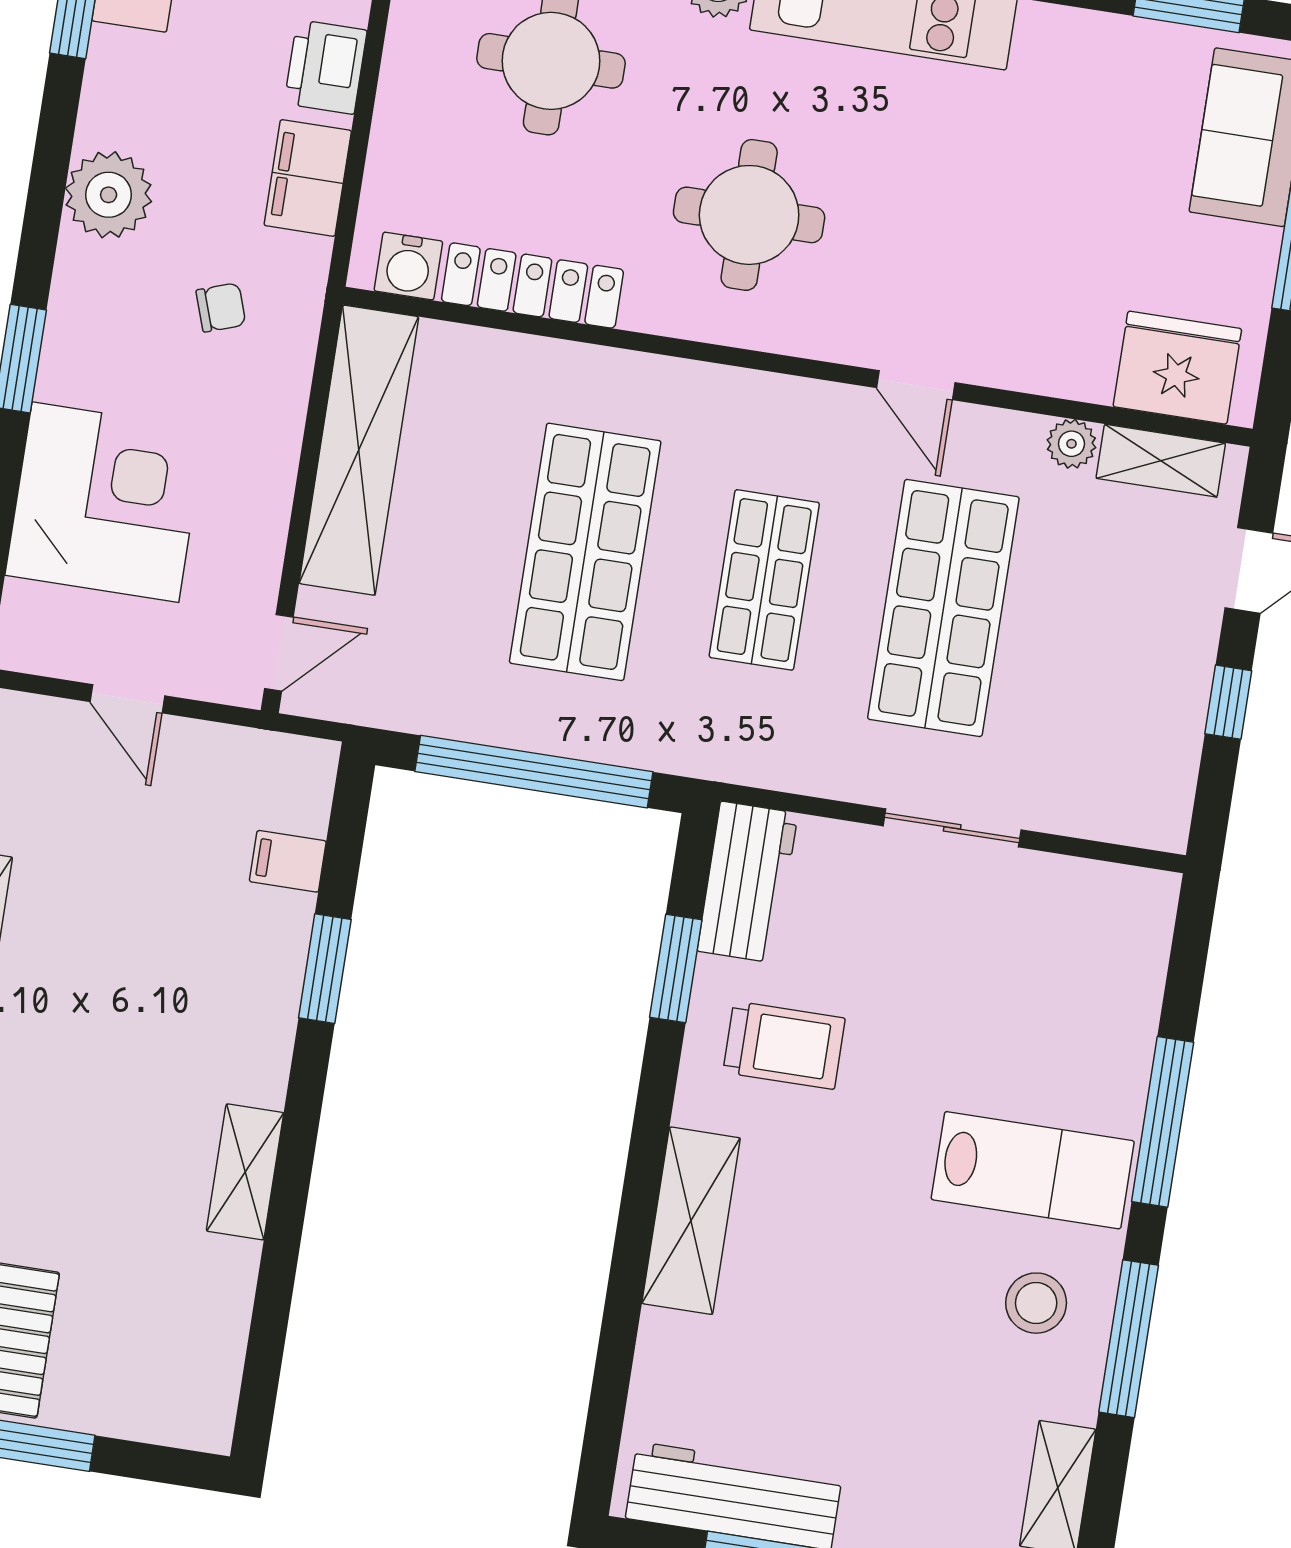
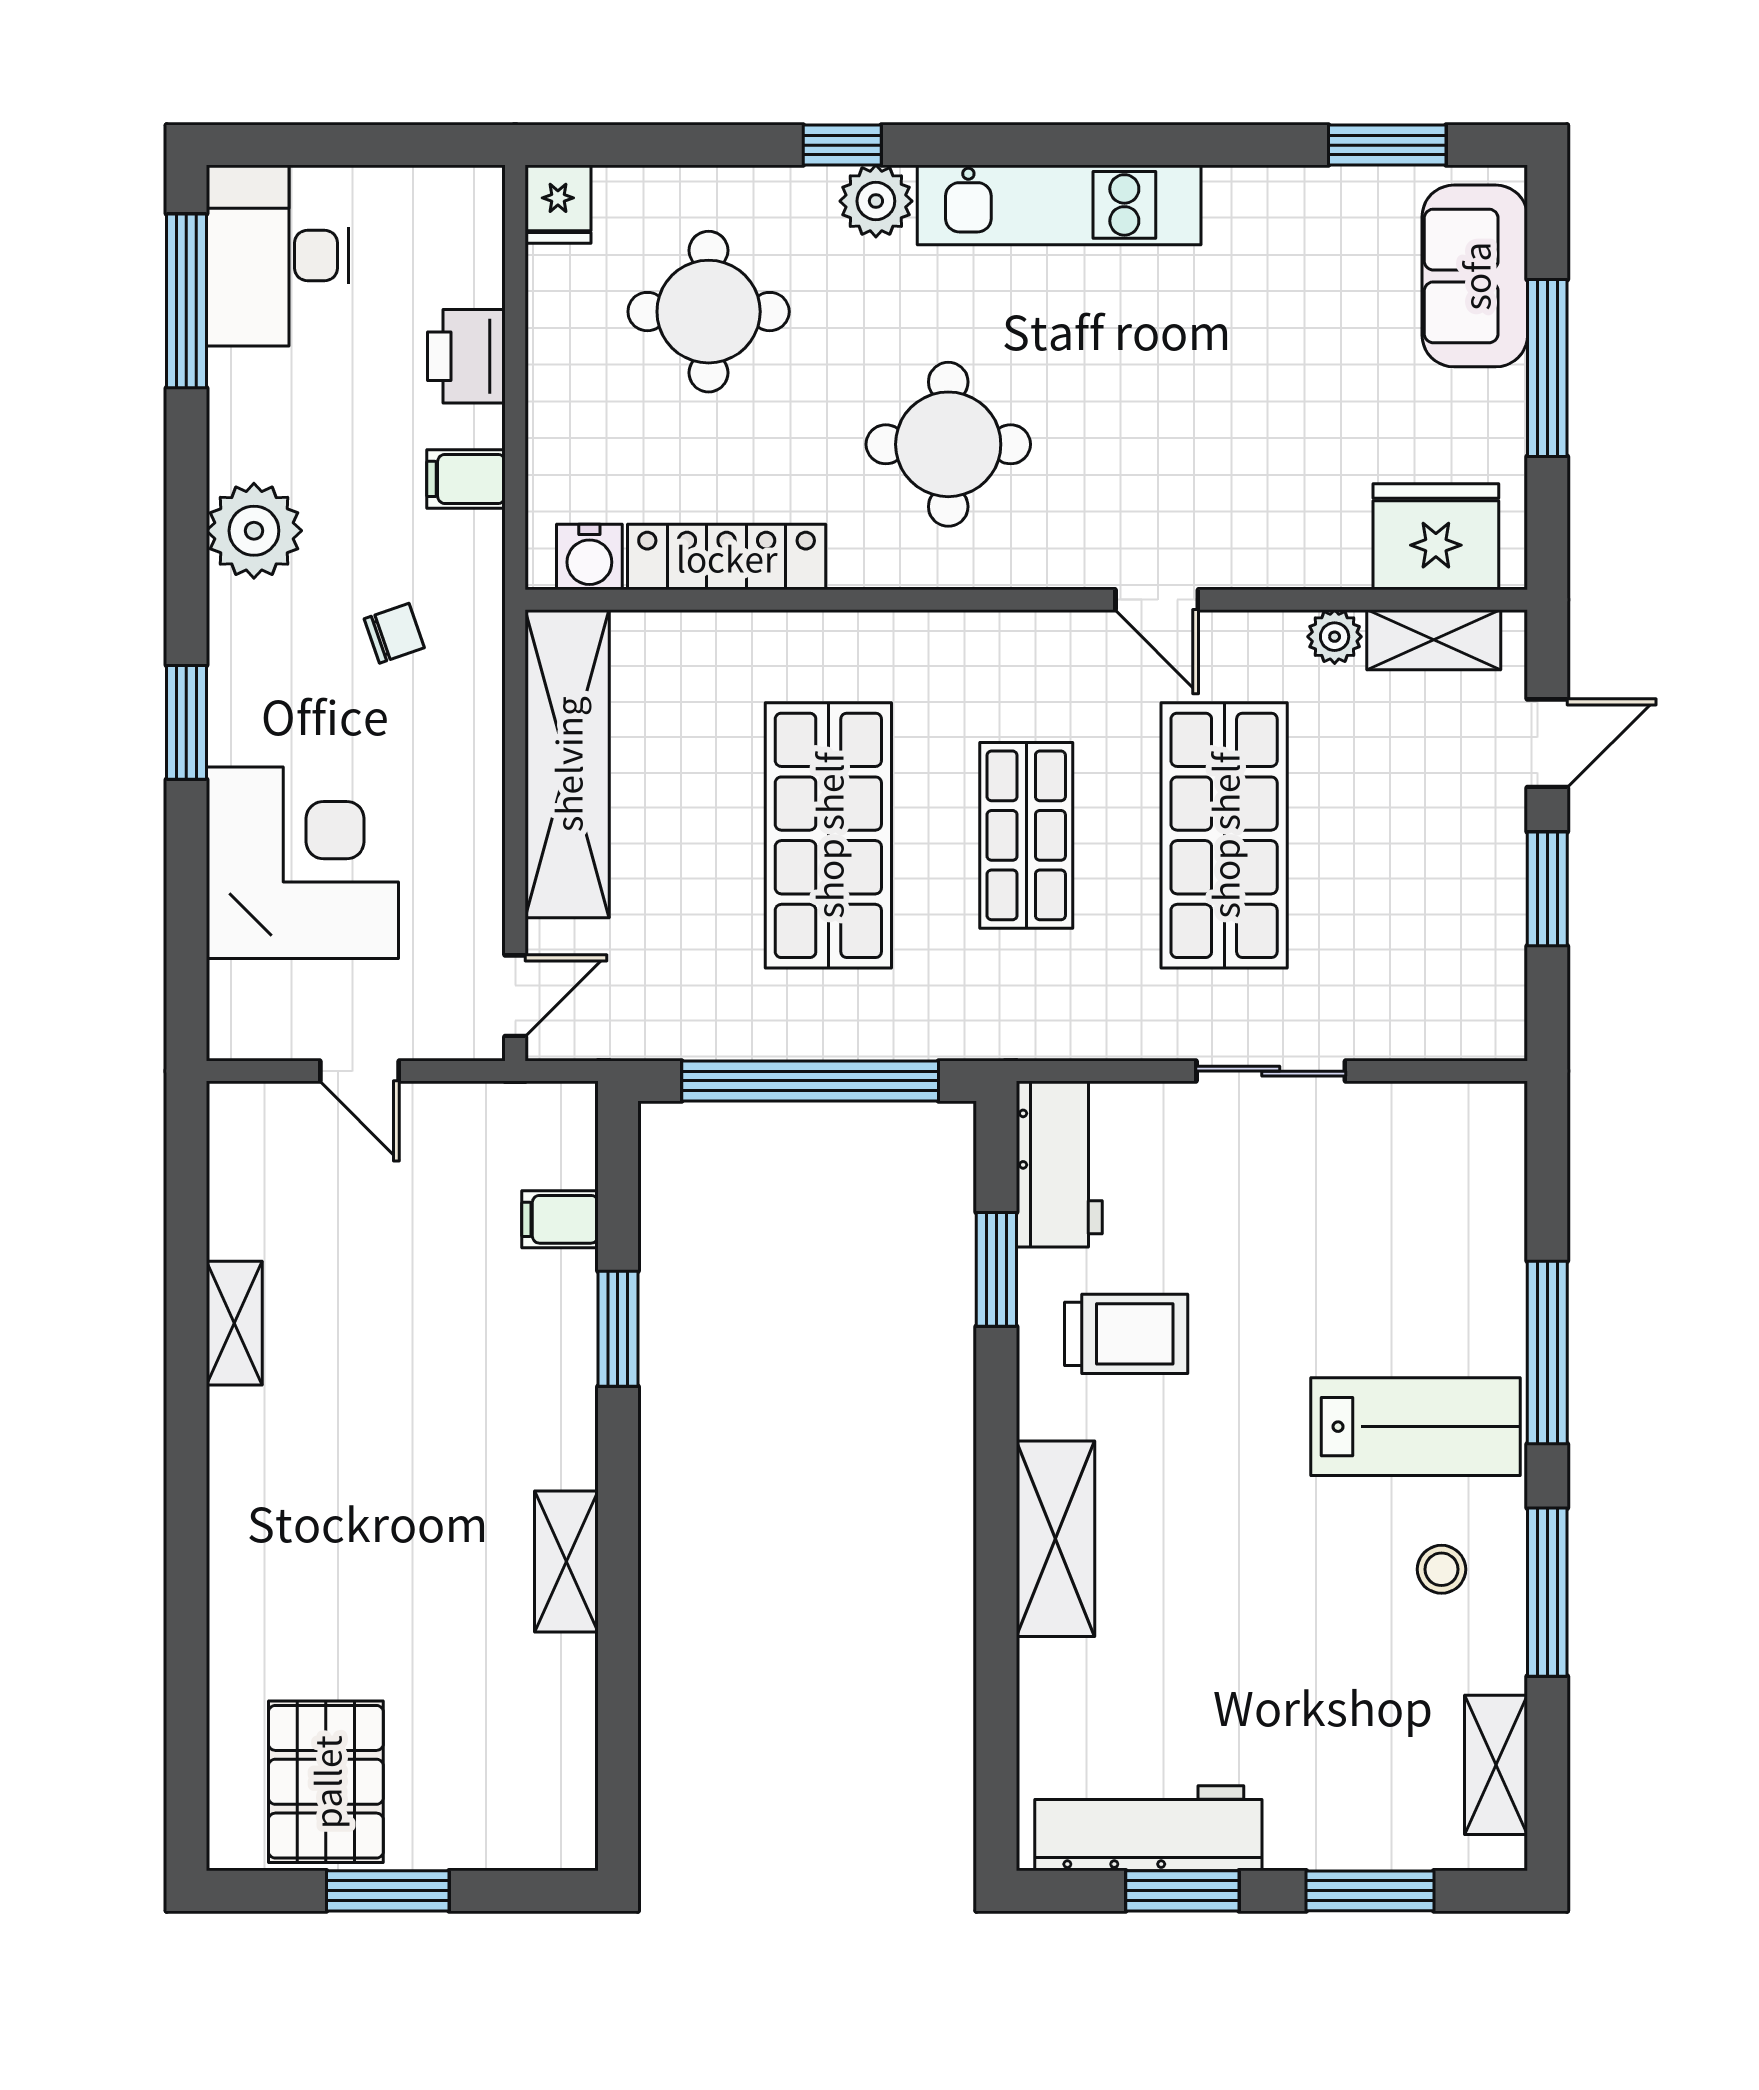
filing cabinet: (308, 178) -> (466, 479), width x0.50
window: (1228, 702) -> (1547, 889), width x1.50
stool: (1036, 1303) -> (1442, 1569), width x0.73, depth x0.73

